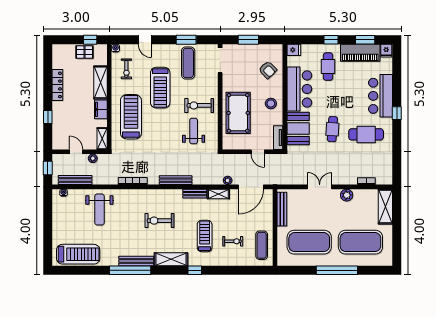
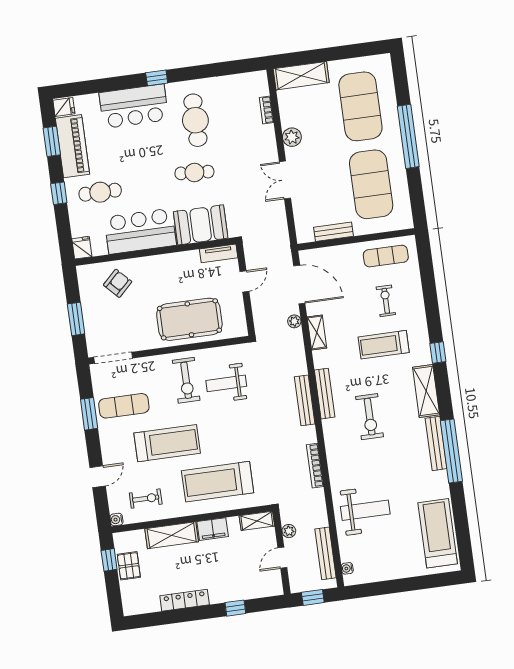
stool: (271, 103) -> (168, 272), removed
bench: (195, 194) -> (325, 394), moved, width x1.36
bench: (282, 209) -> (334, 232), width x0.73

